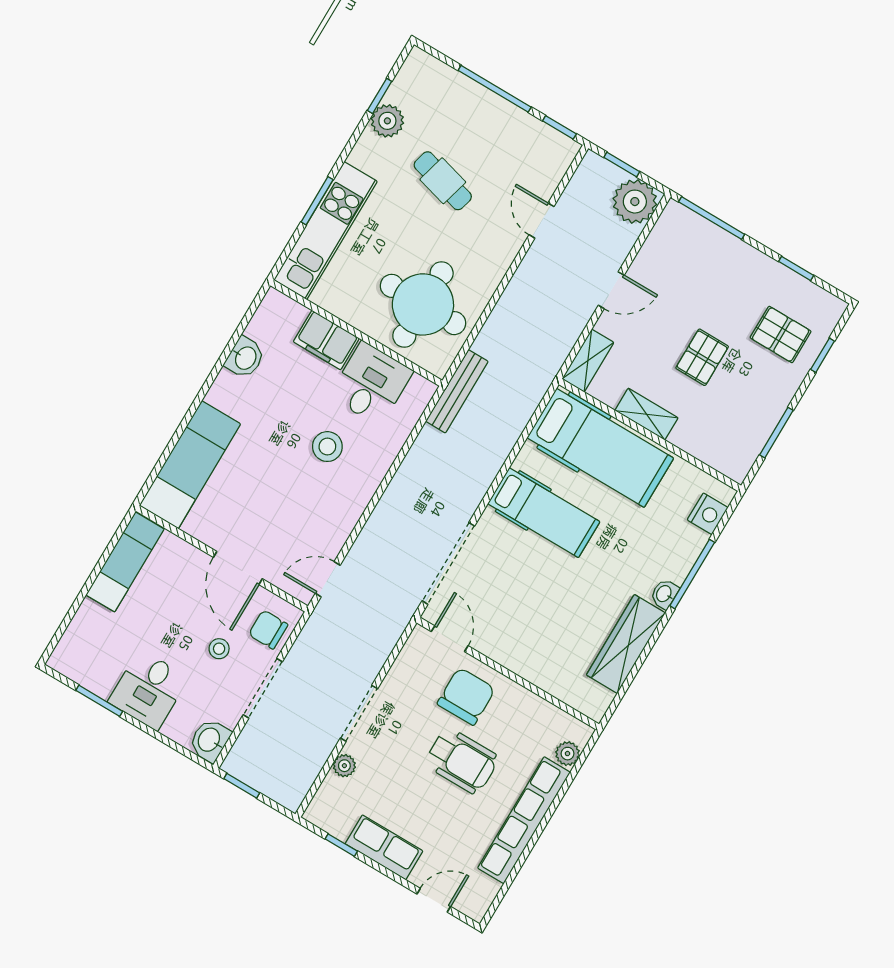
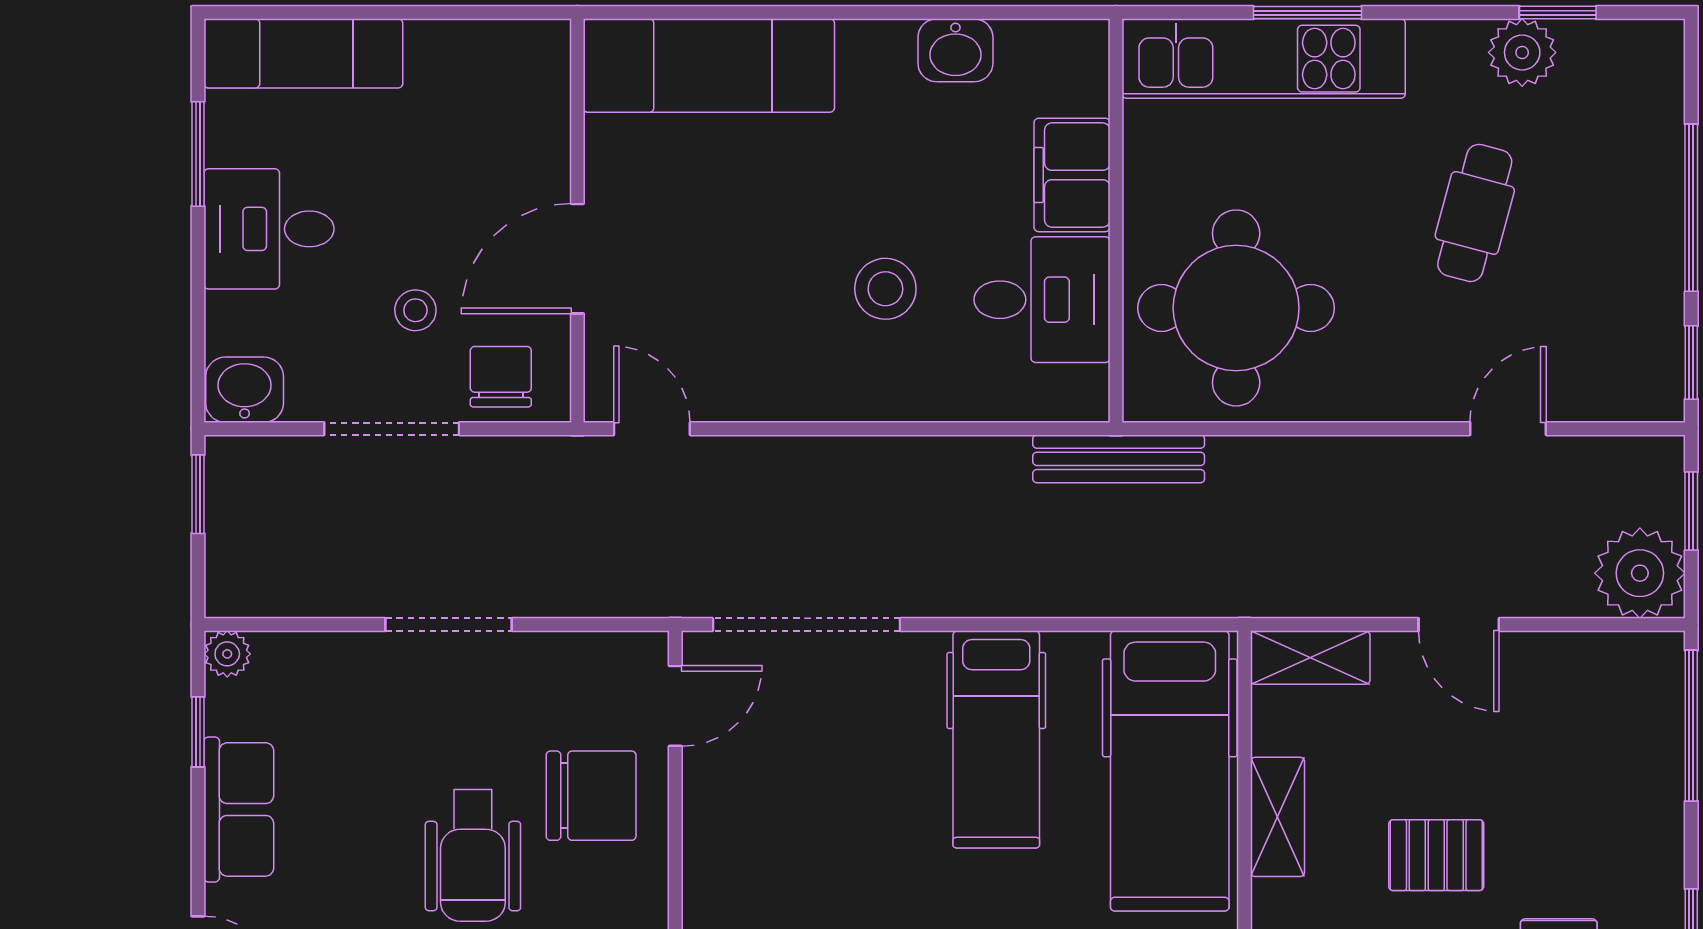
exam couch: (125, 562) -> (303, 53), moved
plant: (344, 766) -> (227, 654), moved

